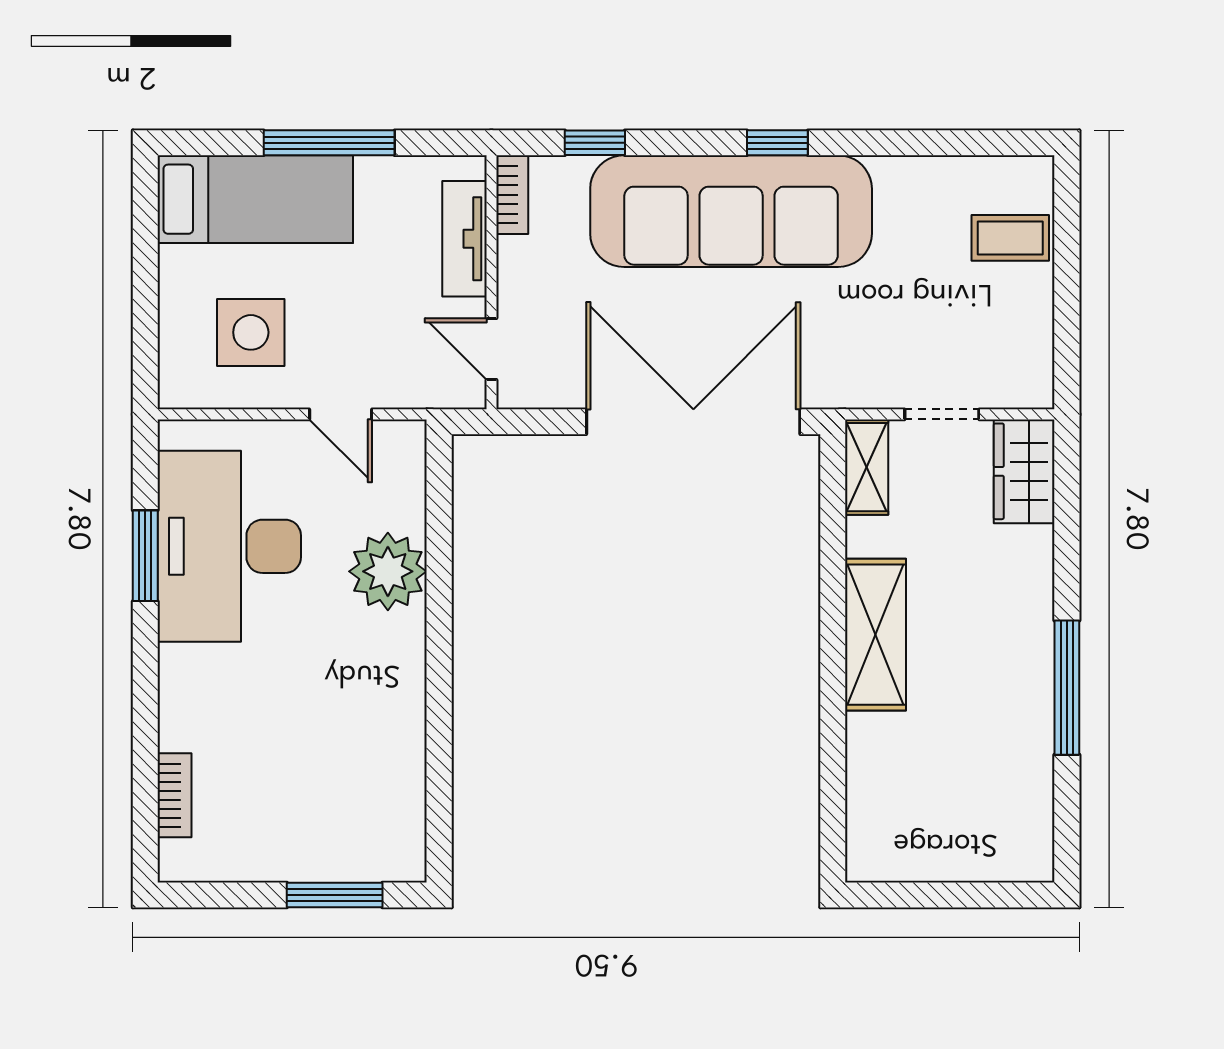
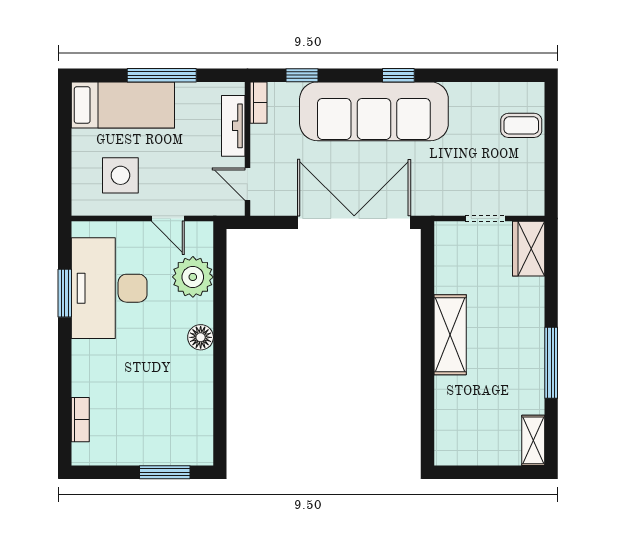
shelving: (867, 467) -> (533, 440), moved
plant: (388, 571) -> (193, 277), moved
floor lamp: (403, 639) -> (201, 337), added

